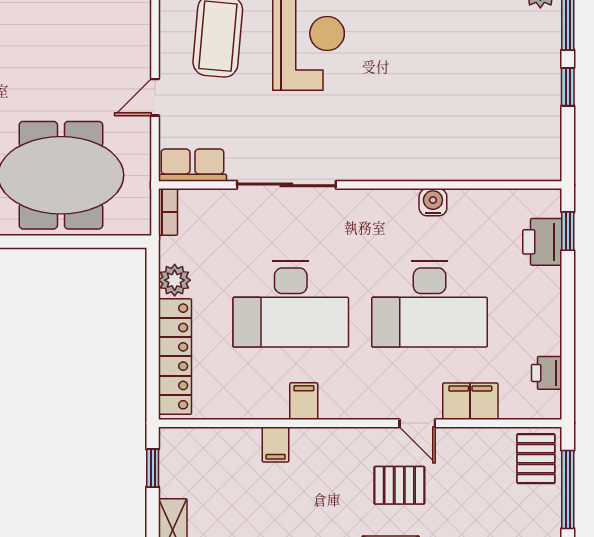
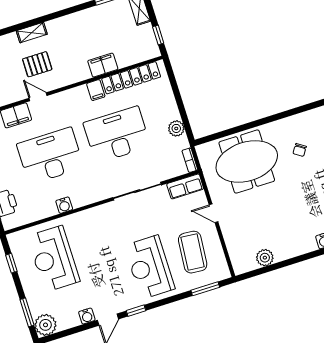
window: (568, 87) -> (11, 263), moved
door: (155, 97) -> (213, 213), swing flipped
reception desk: (485, 107) -> (54, 259), added
locker: (175, 356) -> (131, 78), moved, turned -90
filing cabinet: (276, 444) -> (103, 65), width x2.00

